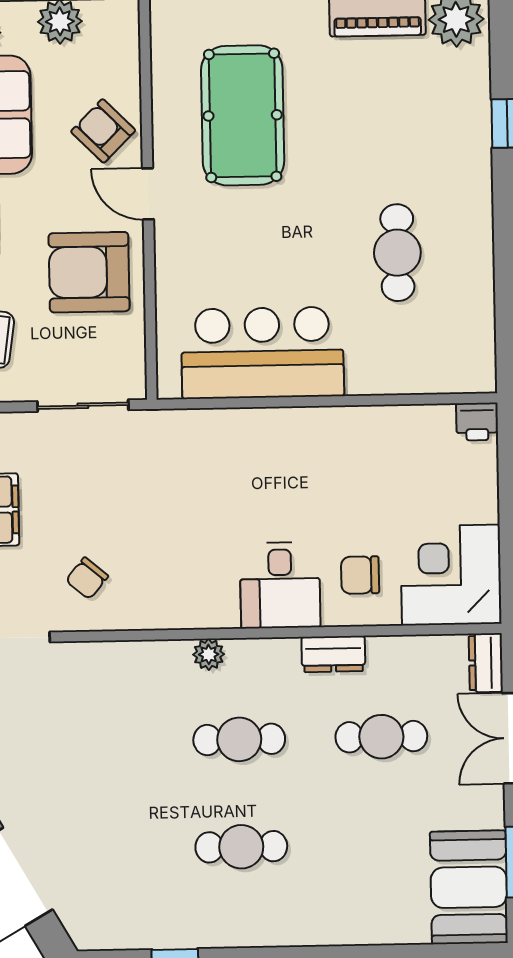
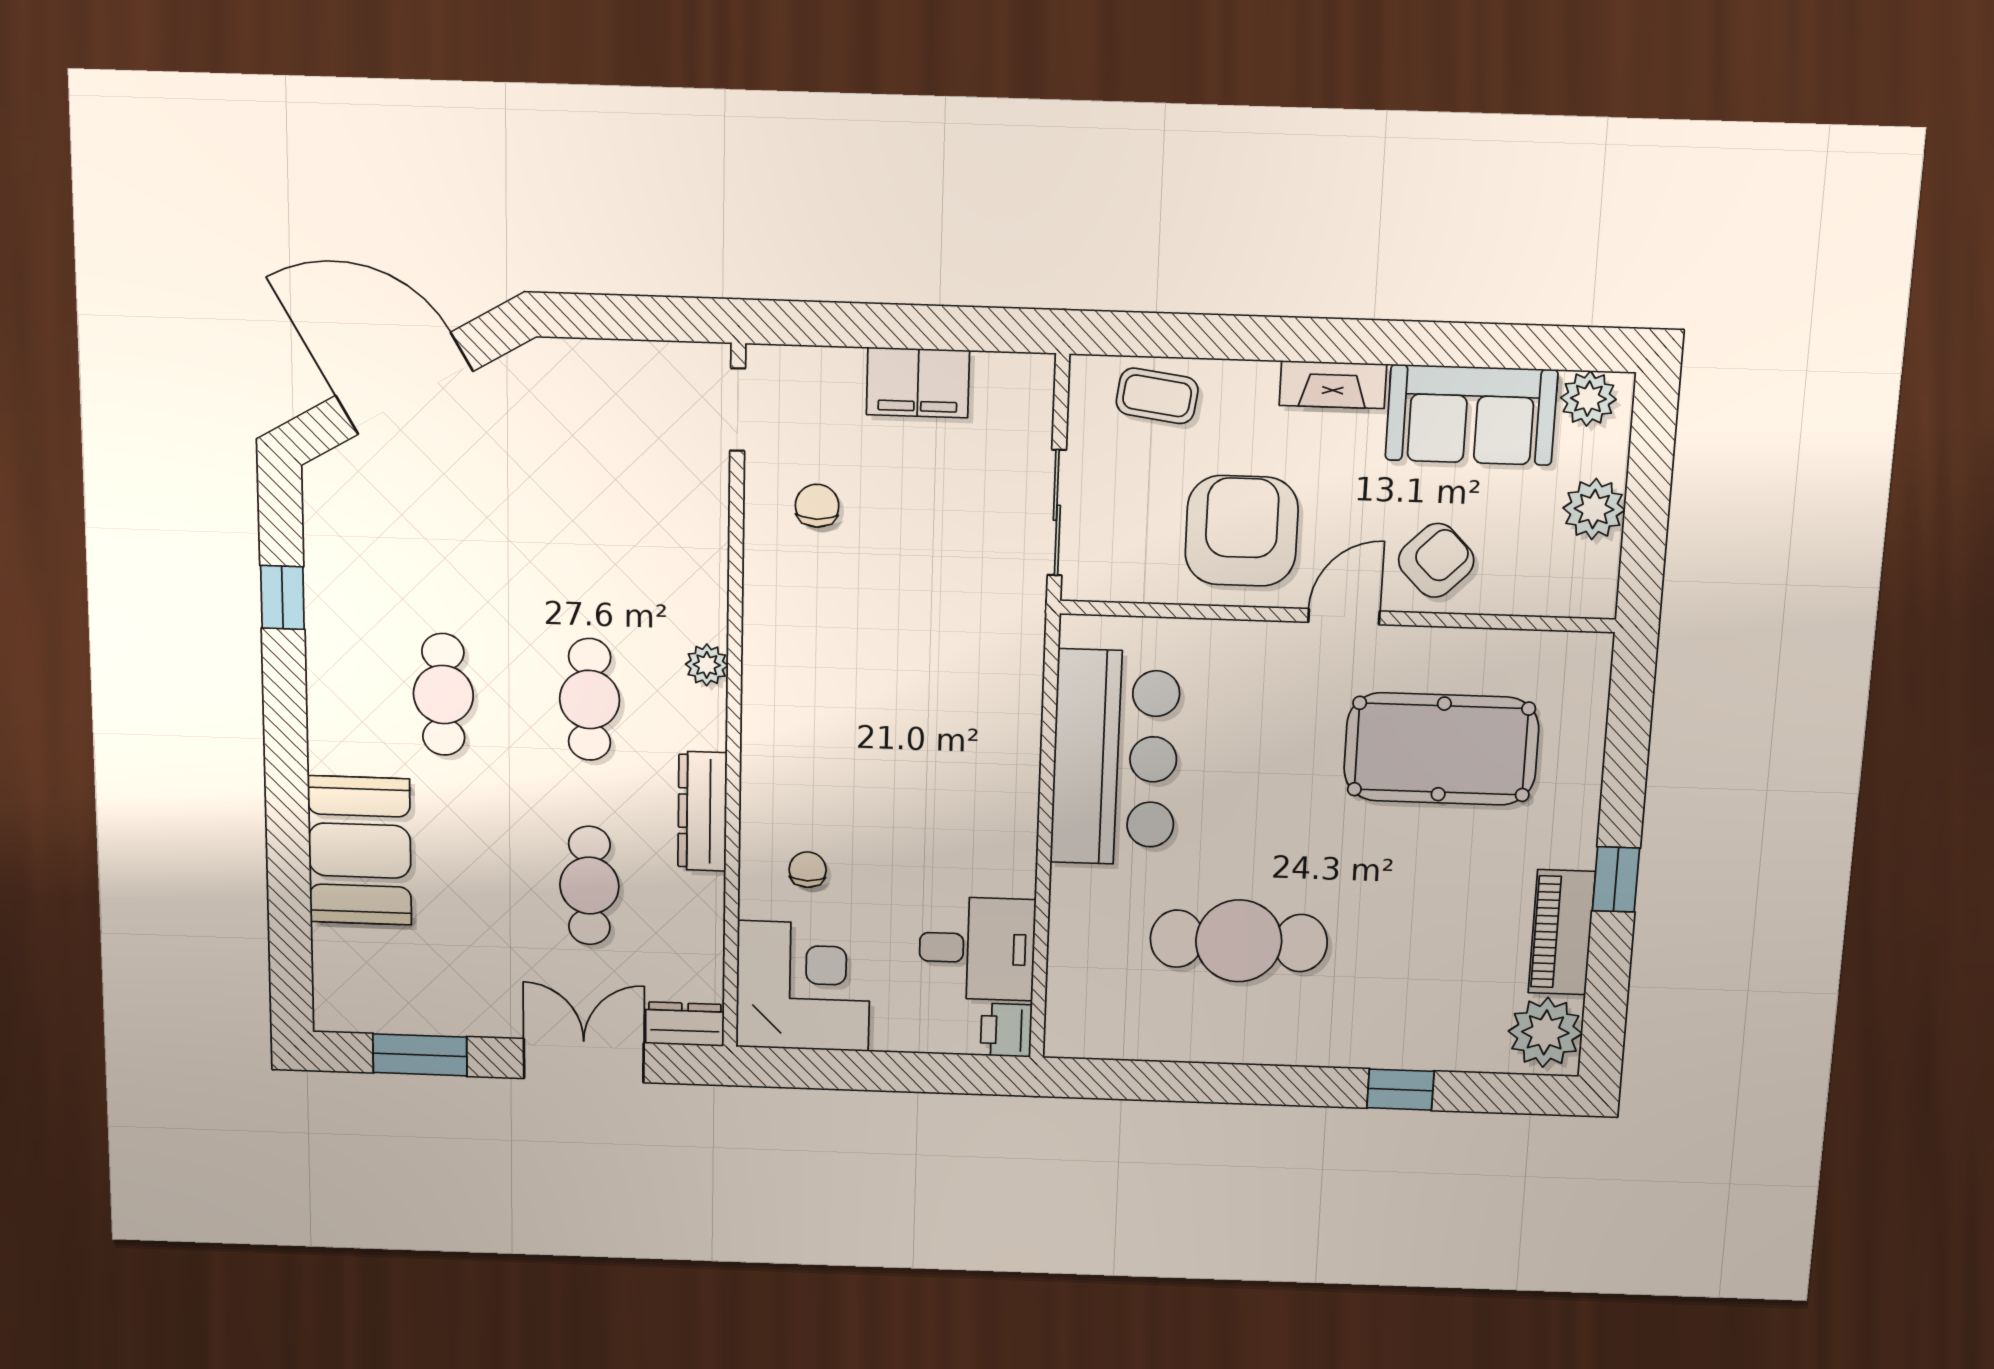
cafe table: (397, 253) -> (1239, 941), width x1.37, depth x1.35
chair: (360, 575) -> (808, 870), width x0.73, depth x0.73
chair: (87, 578) -> (817, 506), turned 50
desk: (280, 585) -> (977, 948), moved, turned 180
dresser: (333, 654) -> (702, 811), width x1.44
booth: (469, 887) -> (360, 851), moved, turned 90

